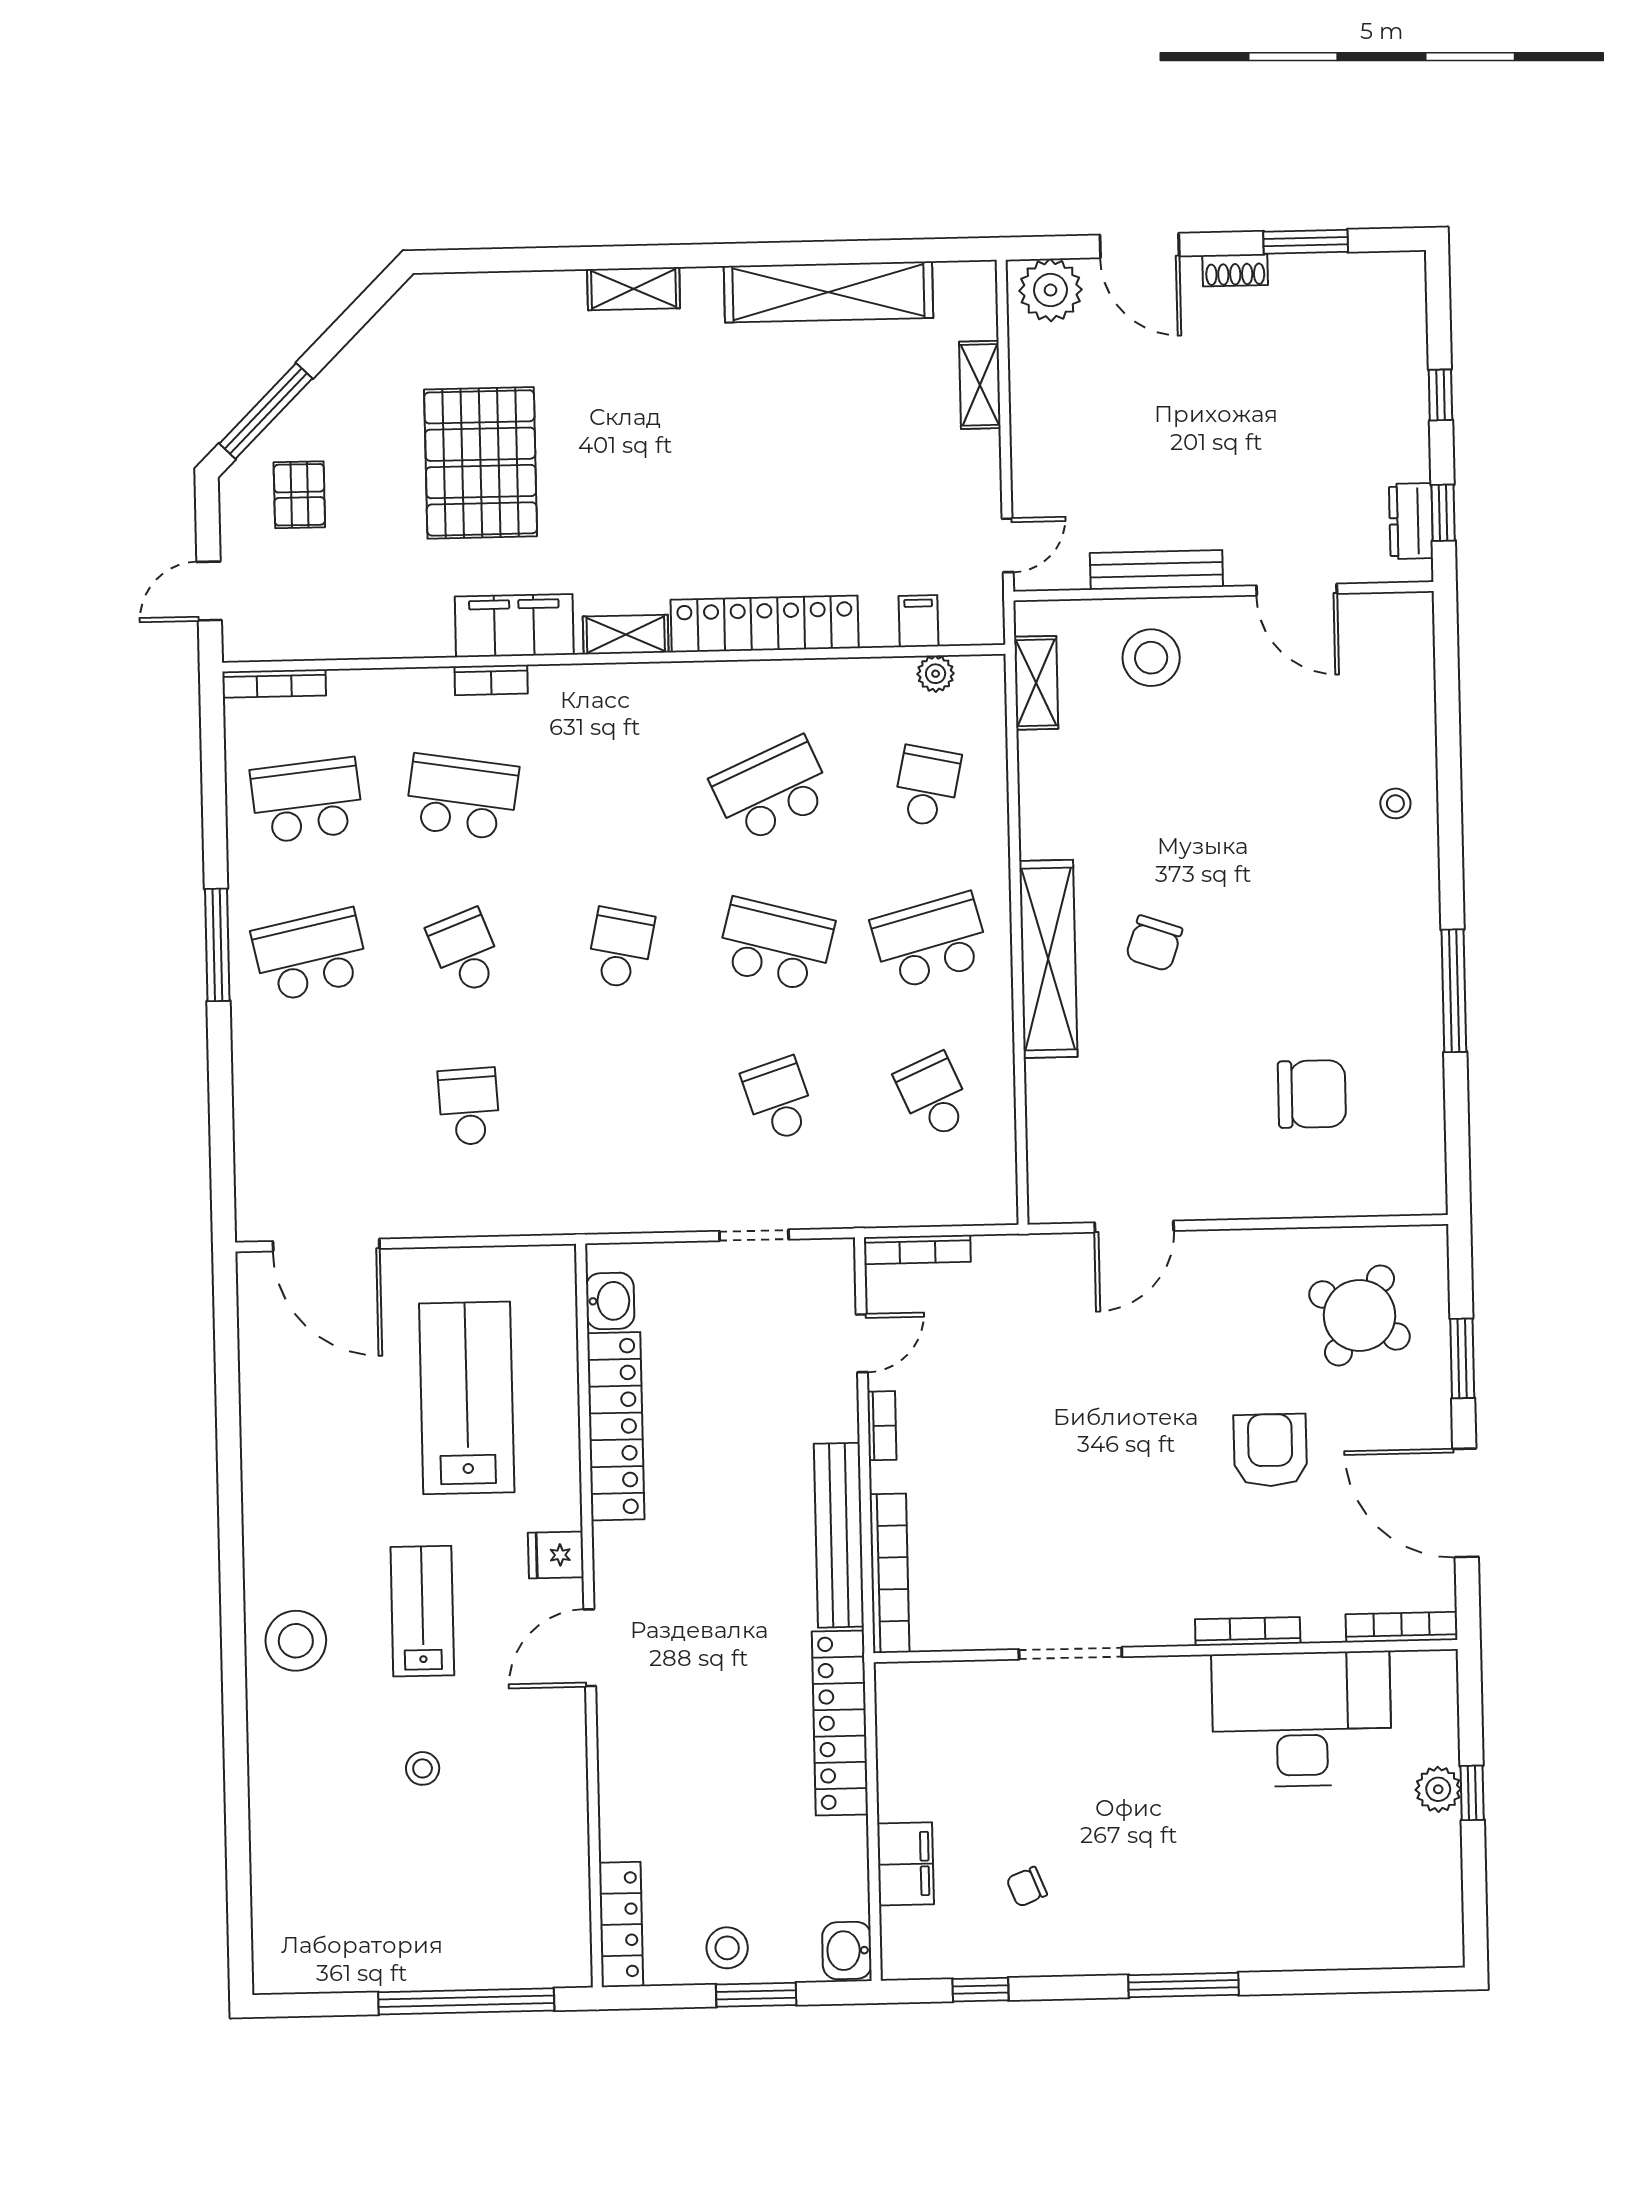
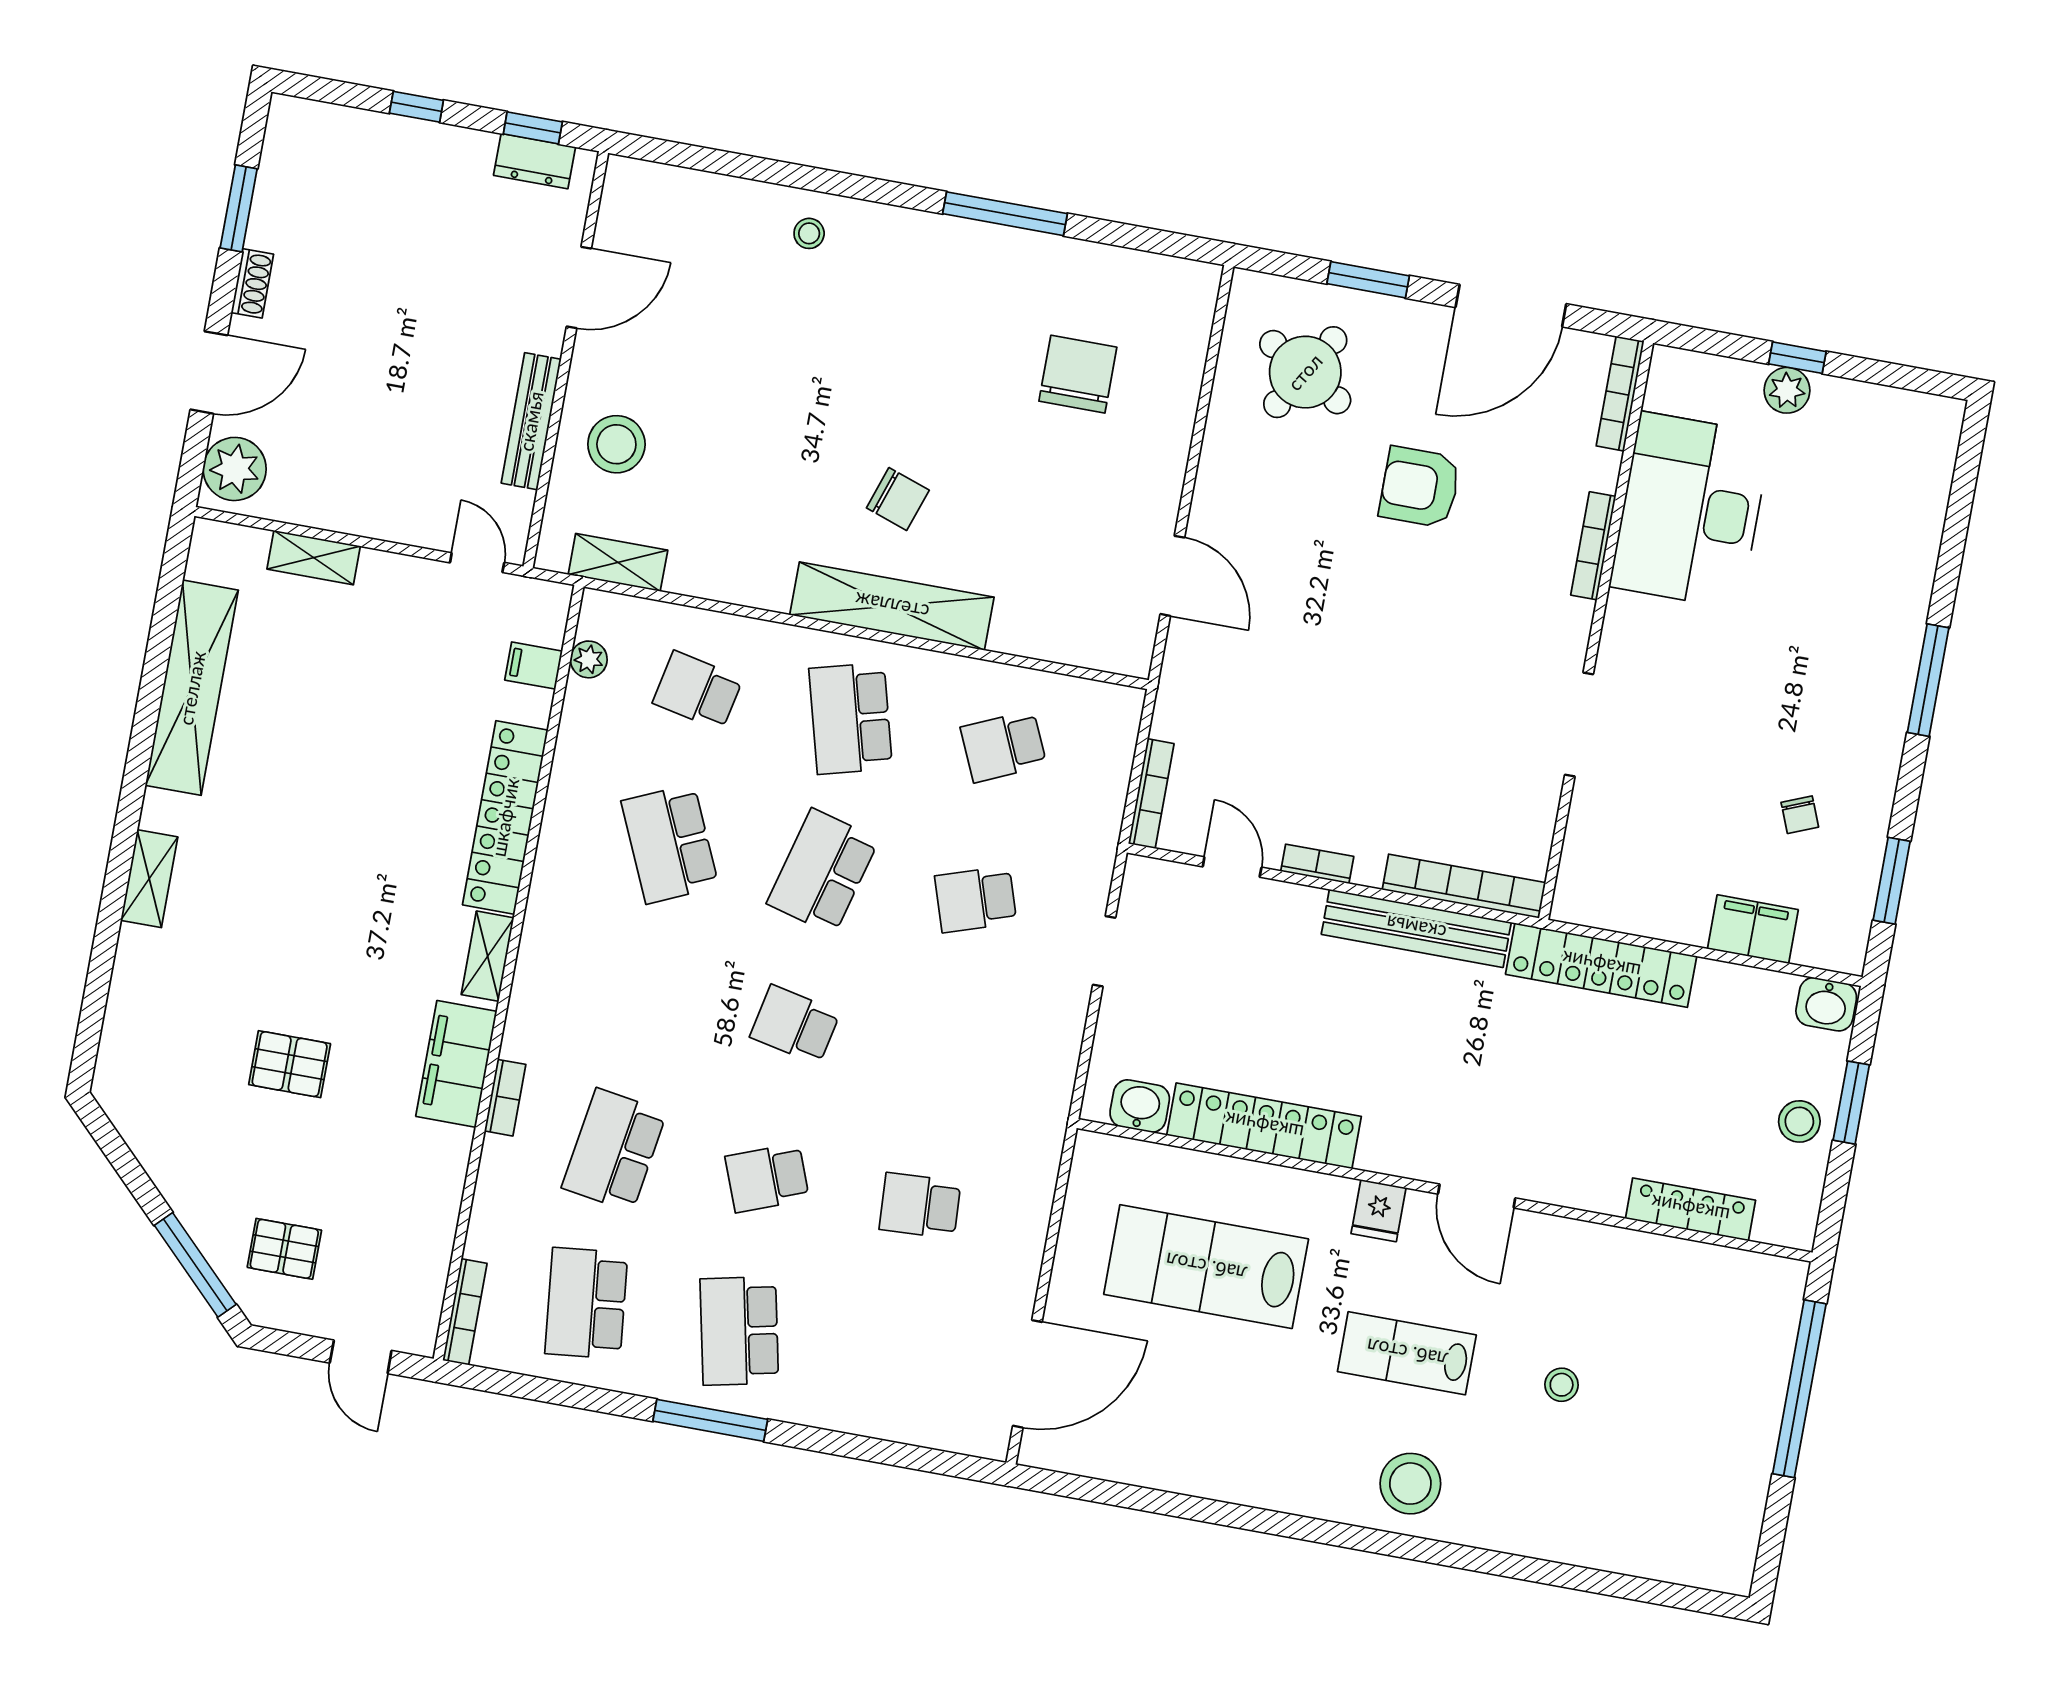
pallet: (481, 463) -> (290, 1064), width x0.49, depth x0.50
locker: (621, 1924) -> (1690, 1209), moved
window: (980, 1990) -> (1892, 881), width x1.50

